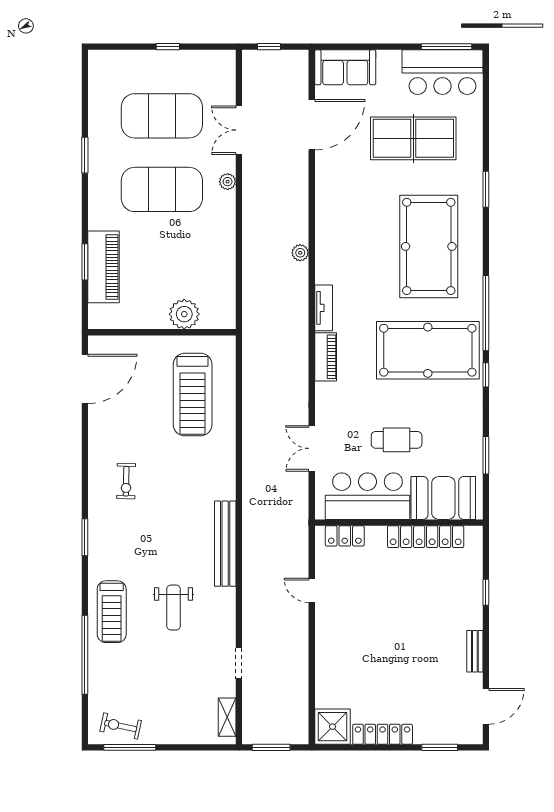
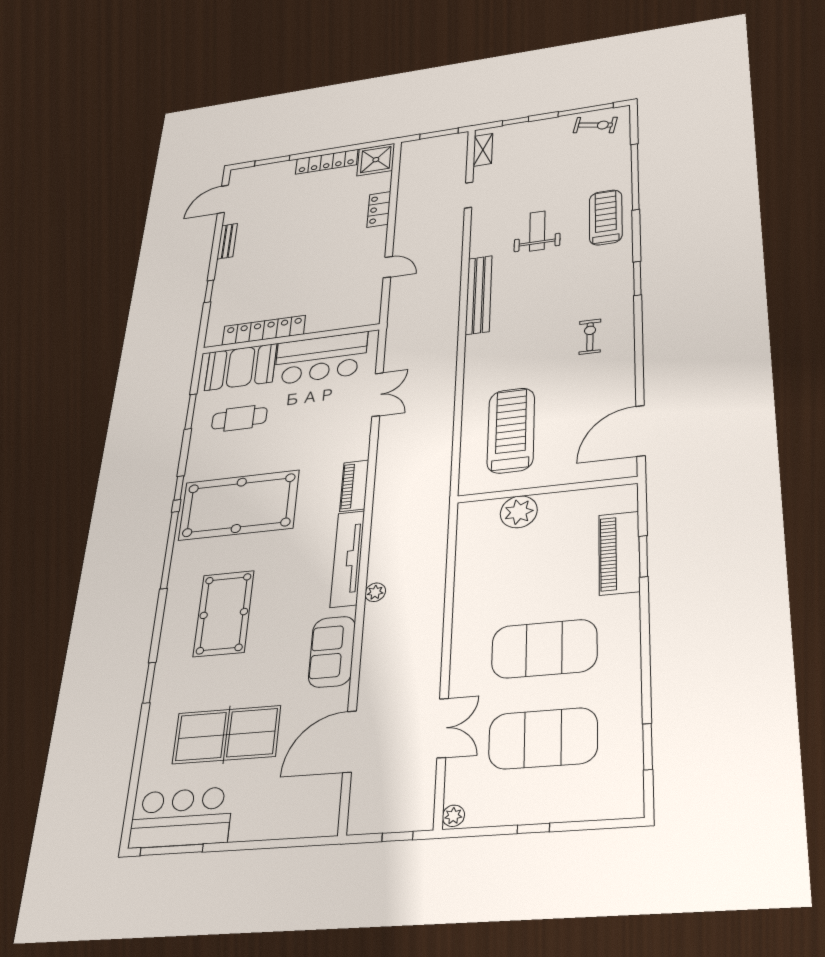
sofa: (345, 67) -> (332, 652), moved, turned -90
window: (85, 155) -> (648, 747), moved
plant: (228, 182) -> (453, 816), moved
pool table: (429, 246) -> (224, 613), width x0.73, depth x0.76
tv unit: (324, 308) -> (348, 559), width x1.92, depth x1.29
cafe table: (397, 440) -> (239, 418), moved
locker: (345, 536) -> (379, 209), moved, turned -90
window: (197, 747) -> (515, 121), added

